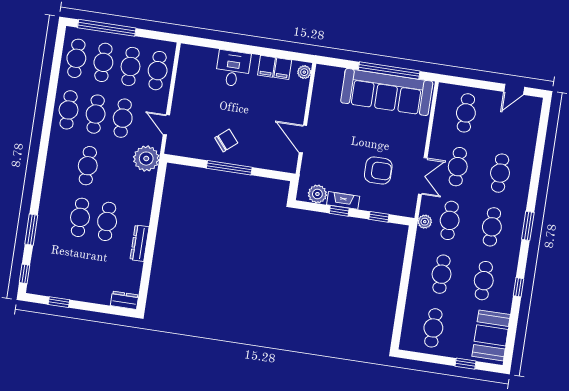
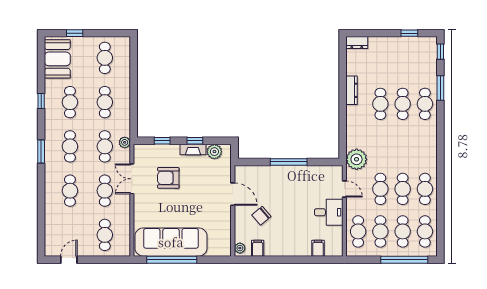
filing cabinet: (267, 66) -> (318, 248), moved
desk: (233, 69) -> (329, 212), moved, turned -90
chair: (226, 140) -> (261, 216), moved
cafe table: (88, 166) -> (425, 104), moved

